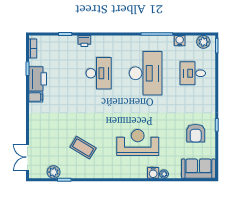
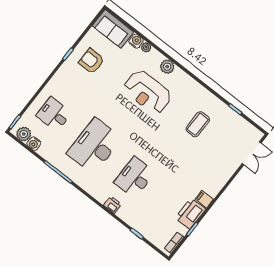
printer: (84, 41) -> (112, 205), moved
water cooler: (180, 41) -> (34, 144), moved
desk: (193, 73) -> (54, 114), turned 180
armchair: (196, 133) -> (92, 61), turned -90
coffee table: (83, 148) -> (198, 124), turned 59
plant: (54, 172) -> (167, 67), moved
water cooler: (153, 173) -> (136, 41), moved

